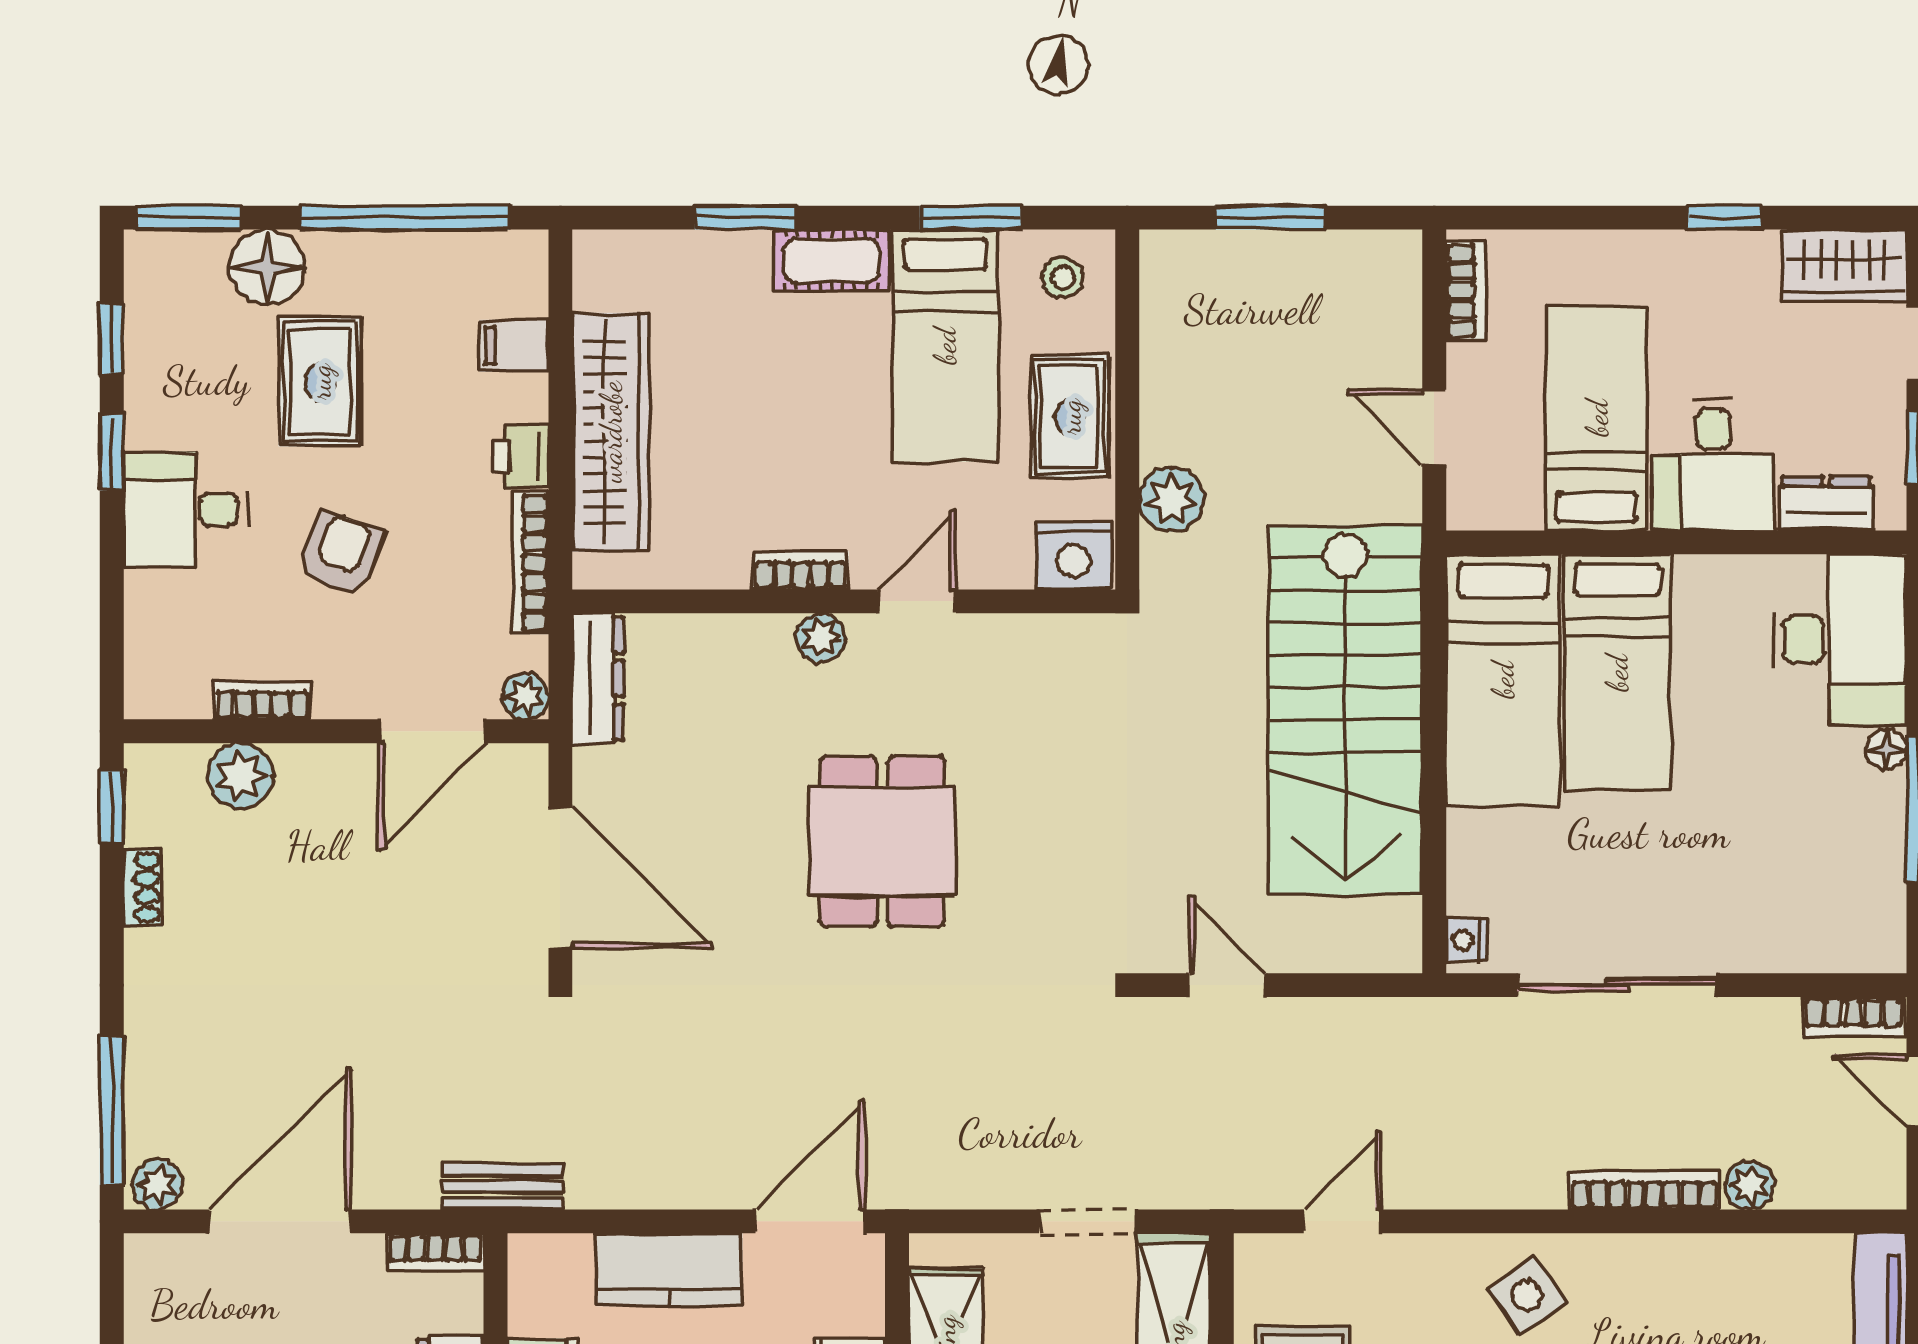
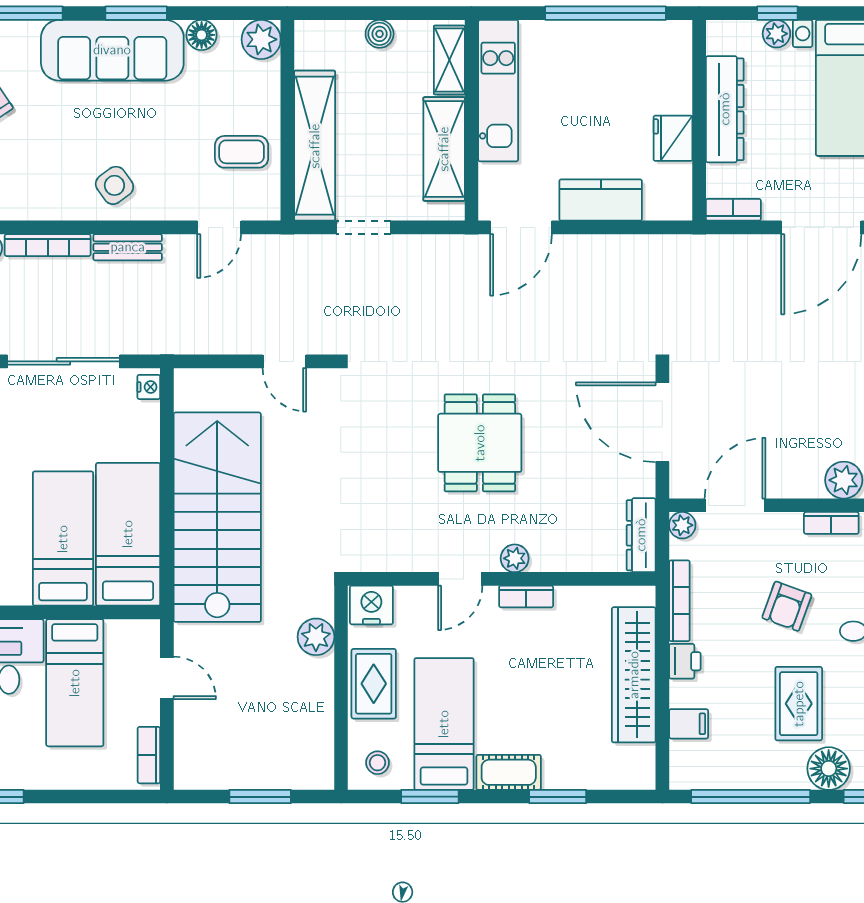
bench: (503, 1186) -> (128, 247), moved

